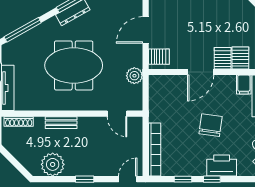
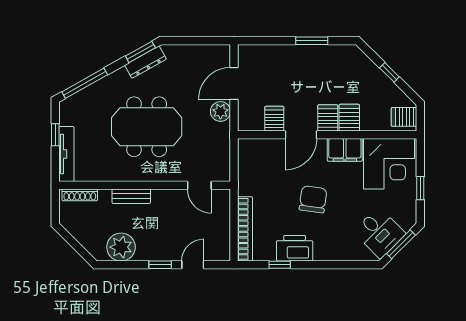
server rack: (159, 57) -> (274, 119), moved, turned -90
plant: (134, 76) -> (220, 111), moved
filing cabinet: (244, 85) -> (345, 150), width x2.00
printer: (222, 165) -> (295, 248), moved
door: (128, 179) -> (193, 265), moved
window: (212, 179) -> (315, 265), removed

